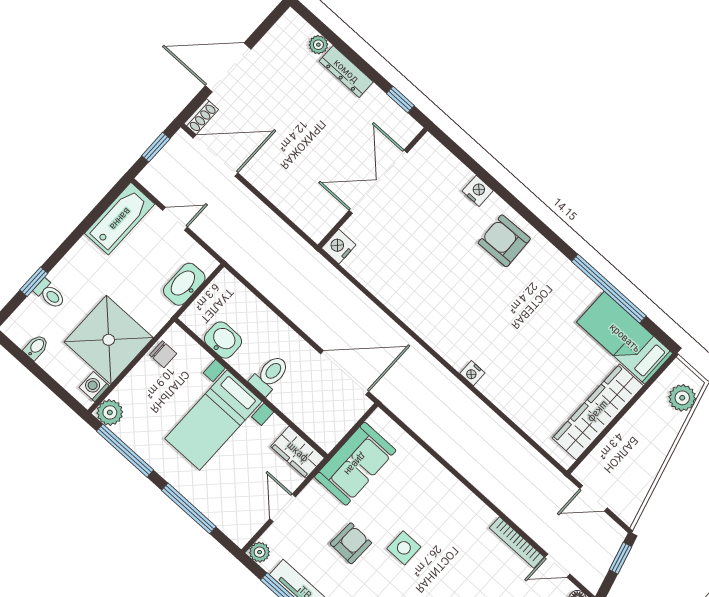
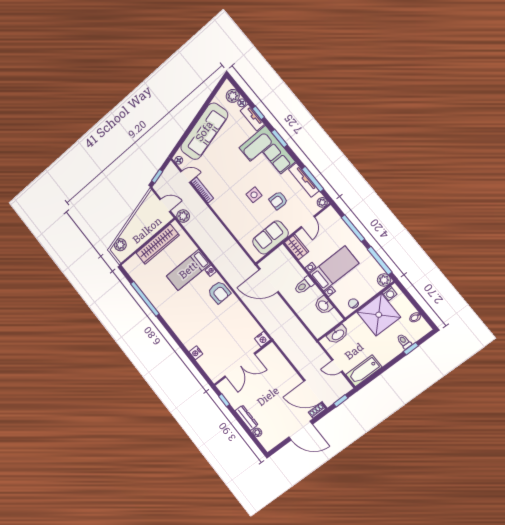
armchair: (504, 241) -> (219, 292), moved
bed: (625, 338) -> (188, 270), moved, turned 90
plant: (550, 481) -> (183, 216), added

